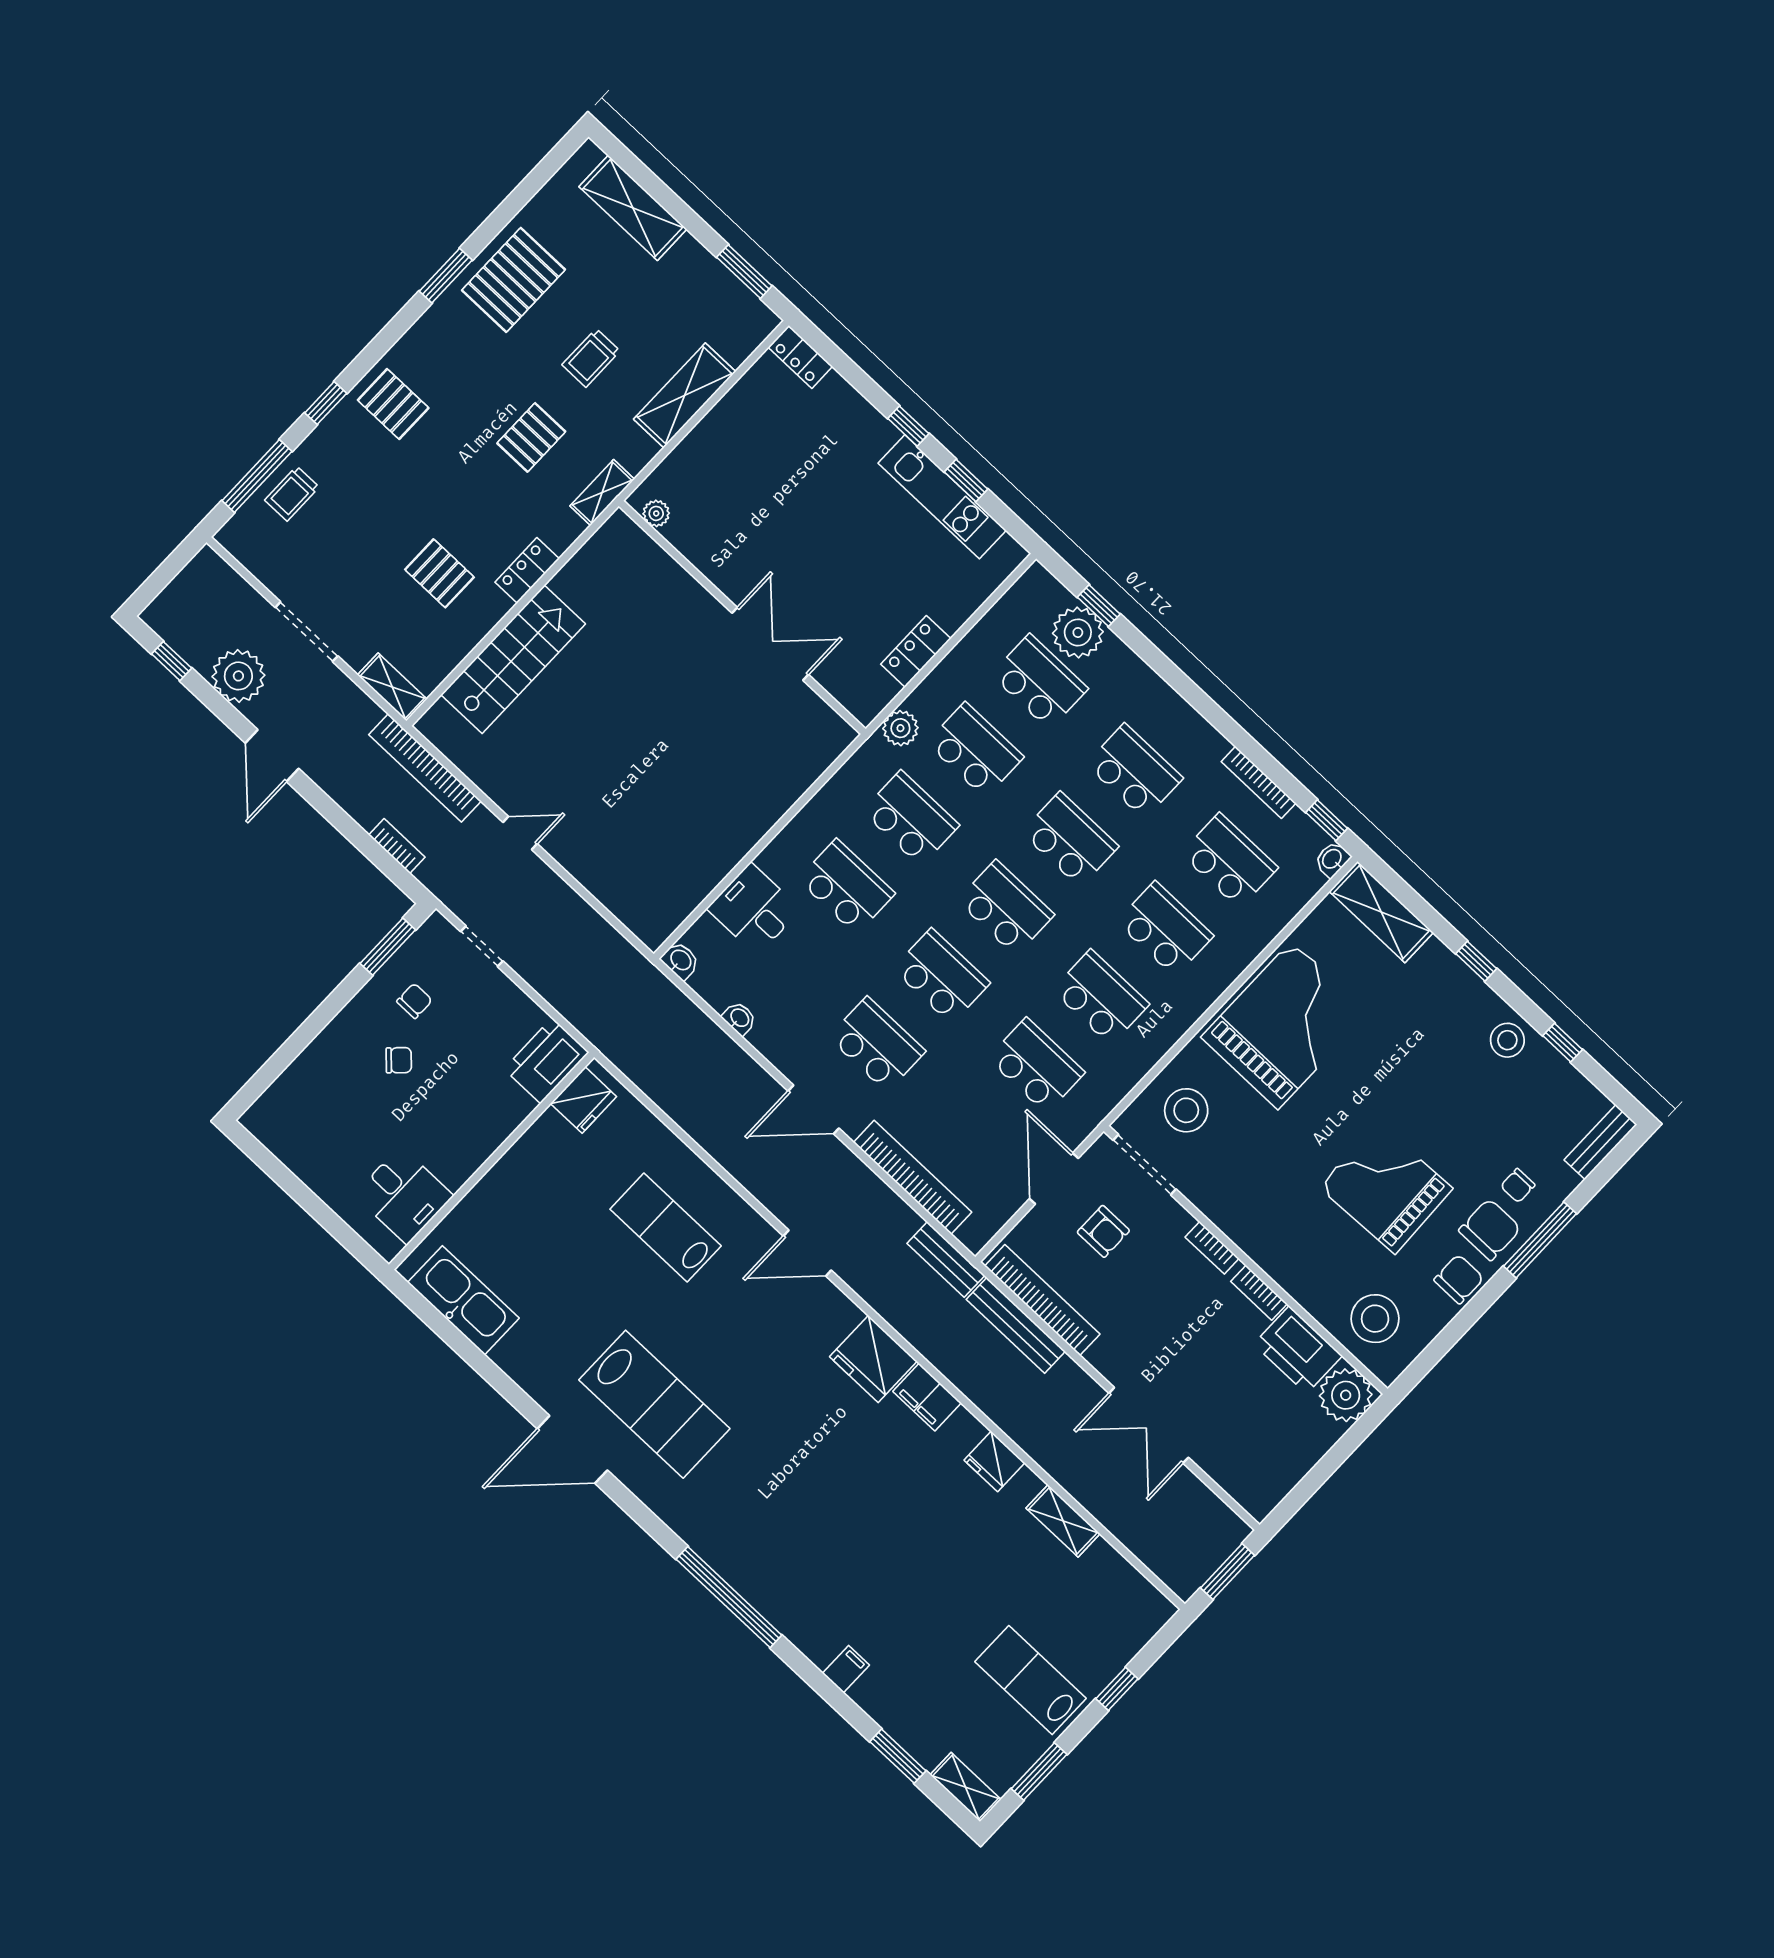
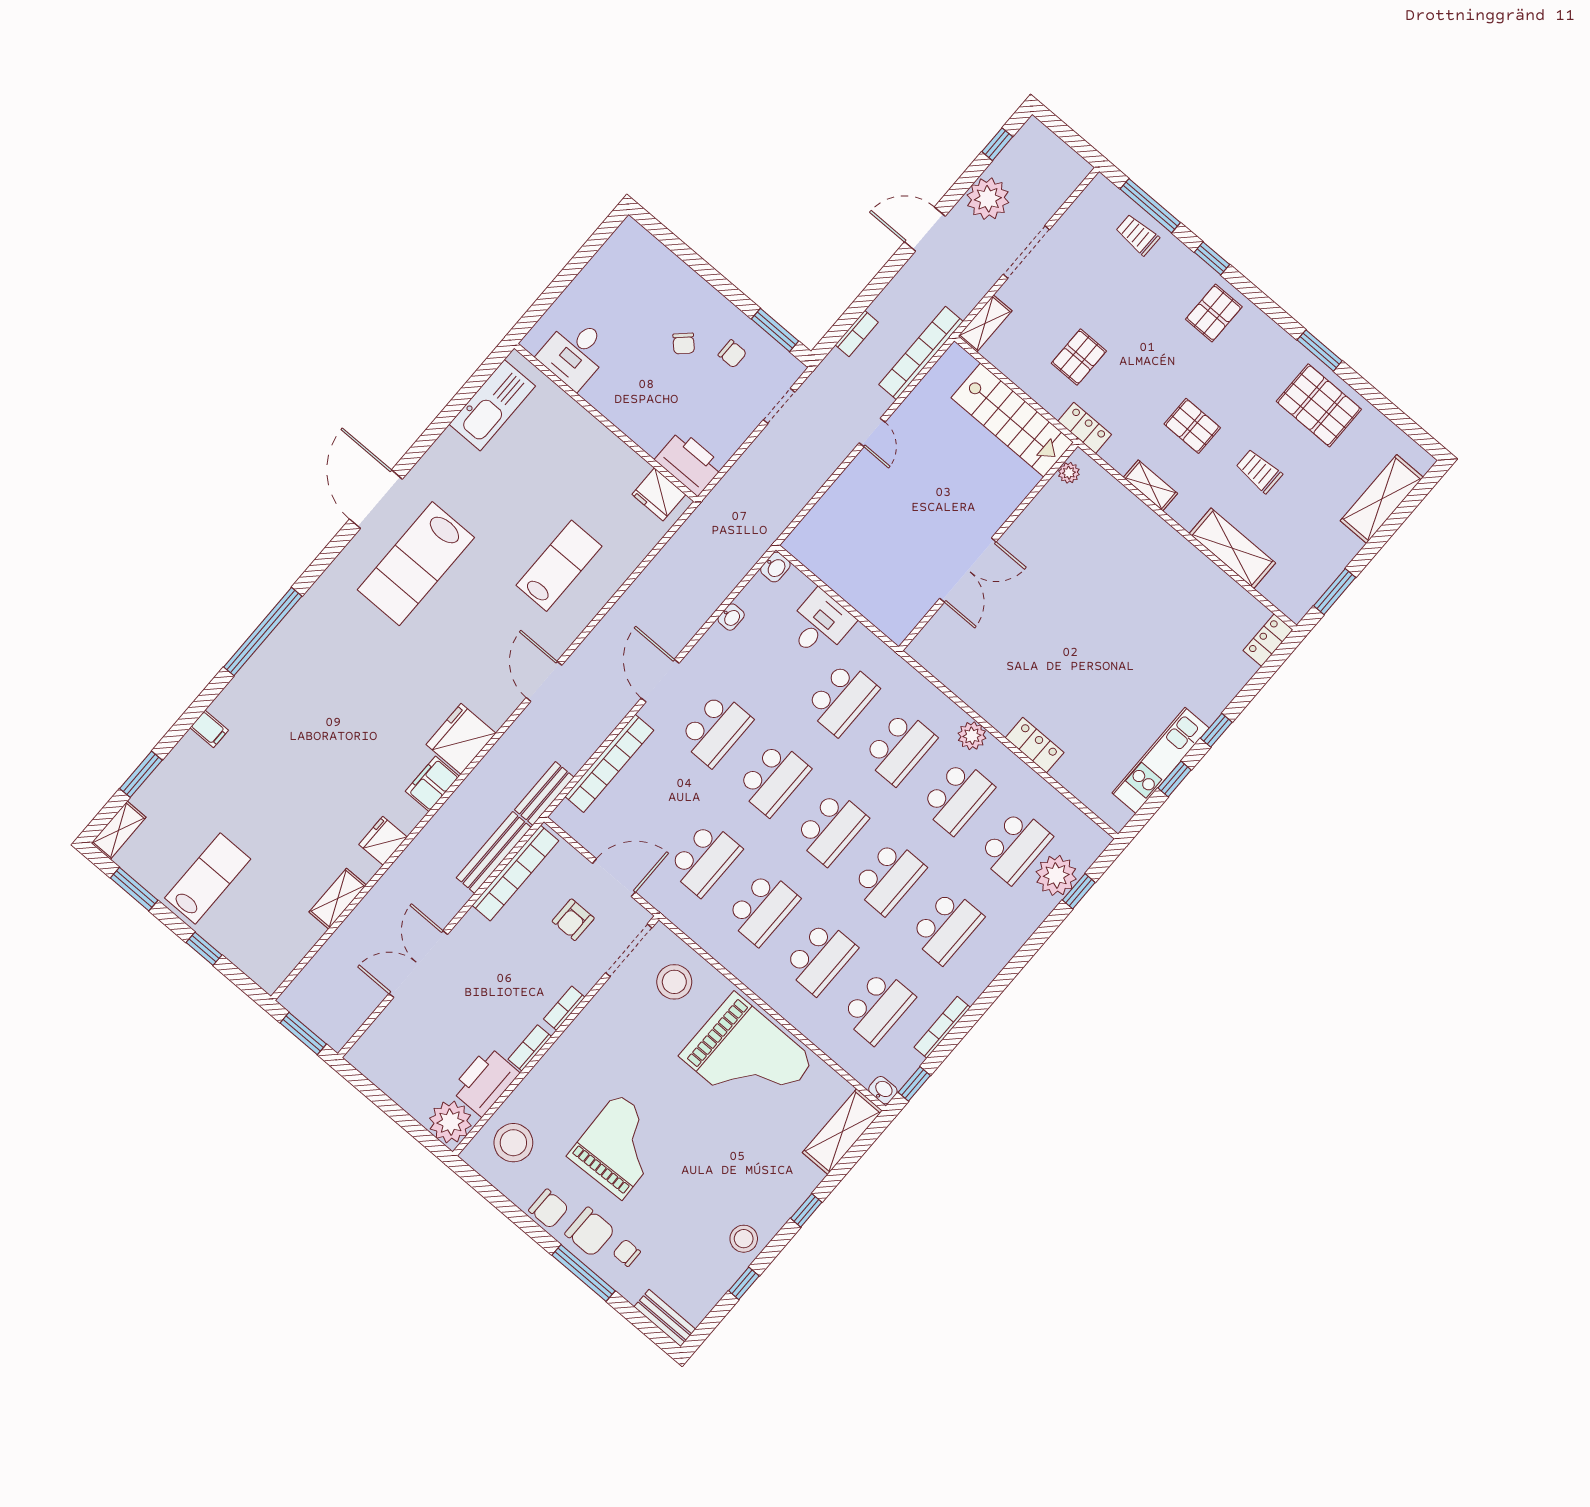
plant: (656, 513) -> (1069, 473), moved
wall: (742, 617) -> (988, 546), moved
double door: (770, 644) -> (968, 570), moved

